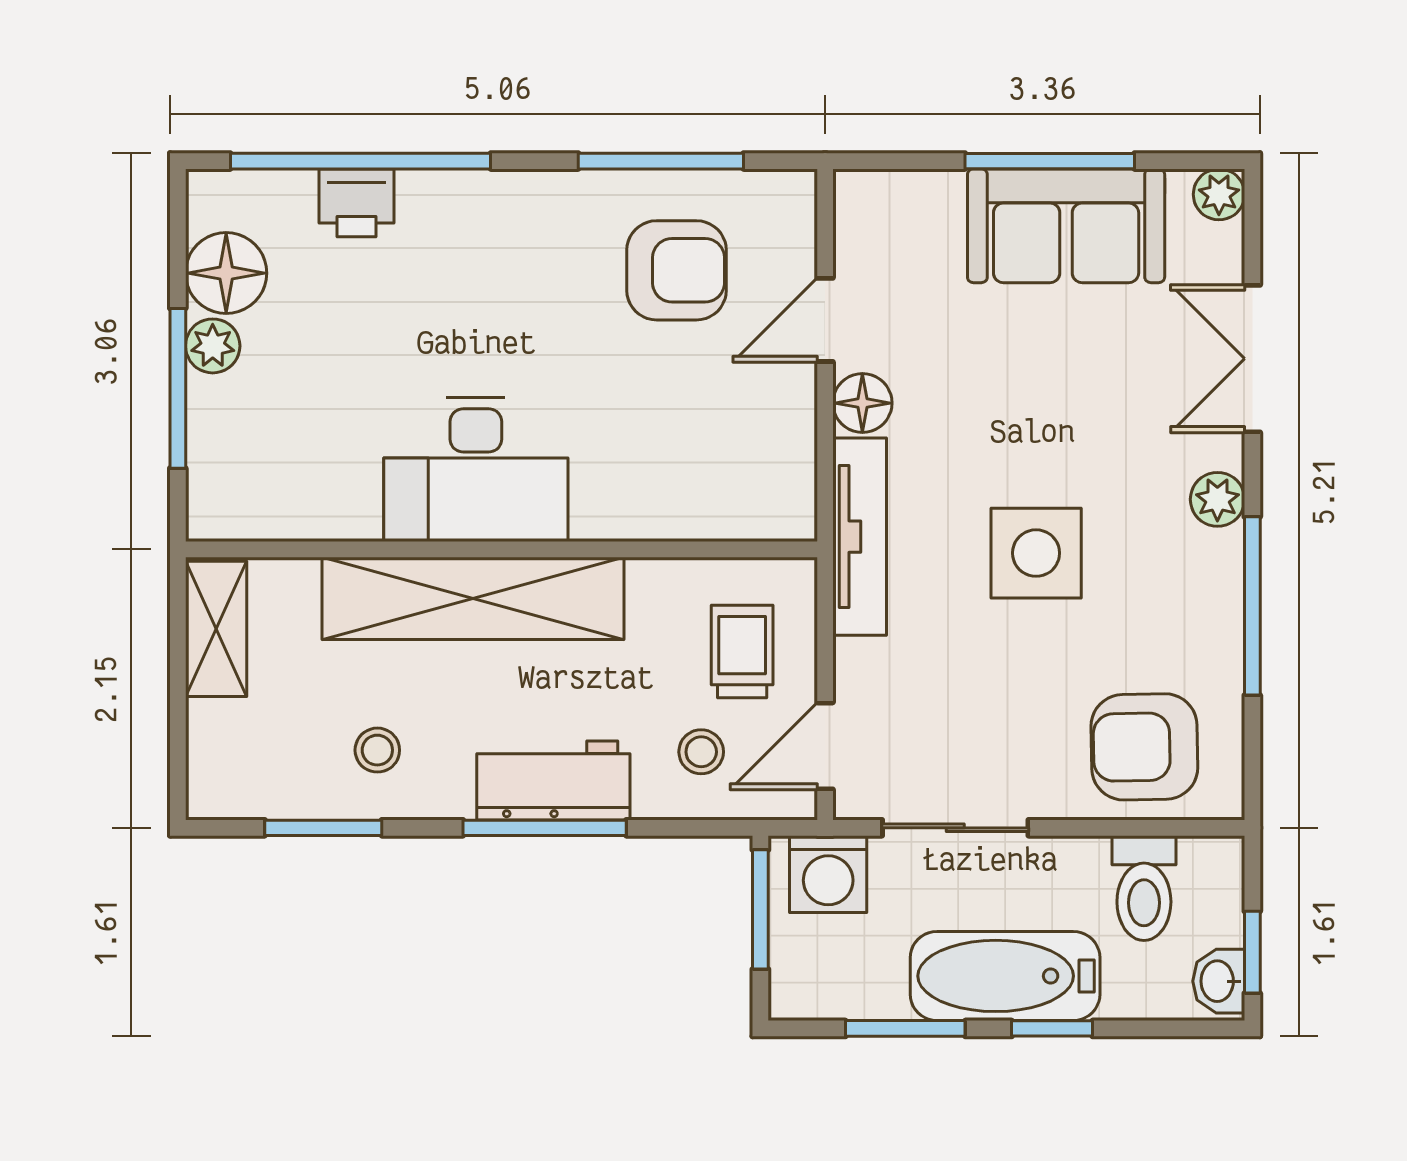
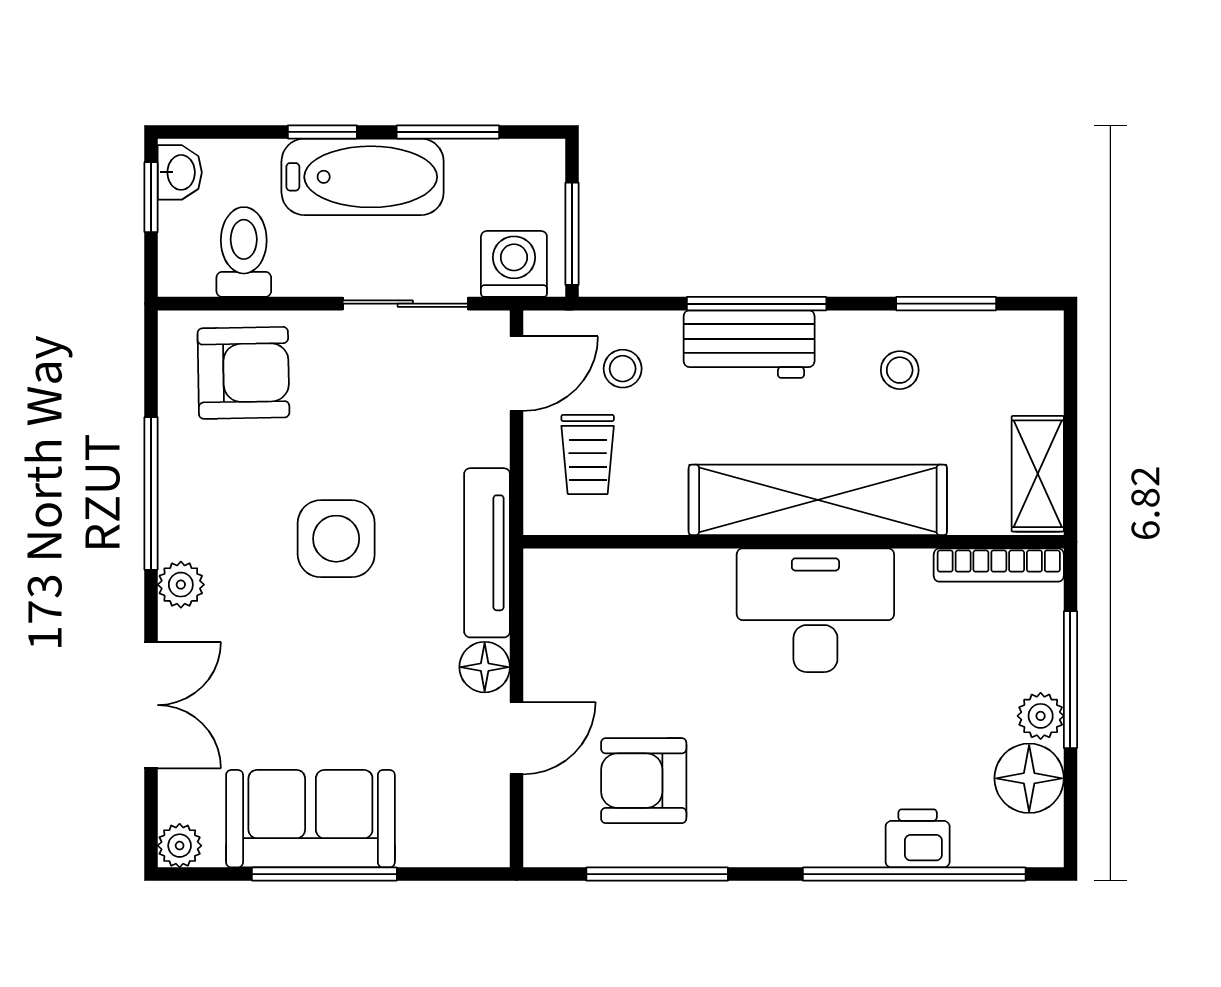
bookcase: (262, 522) -> (999, 565), added

